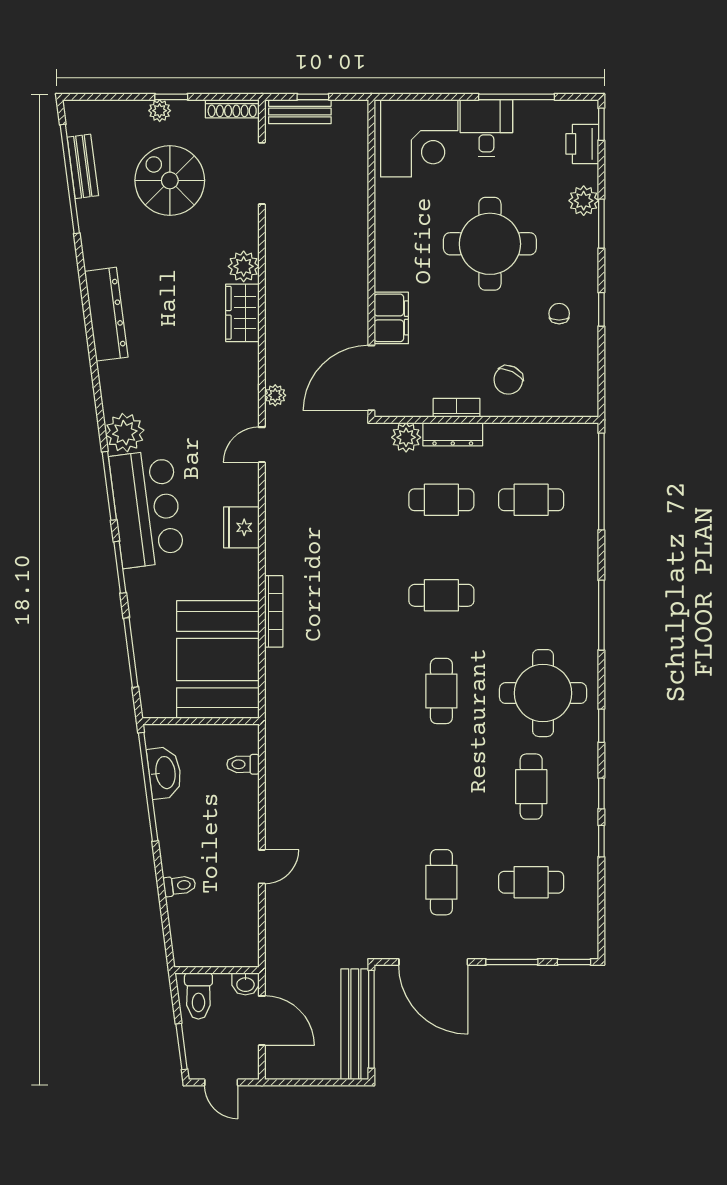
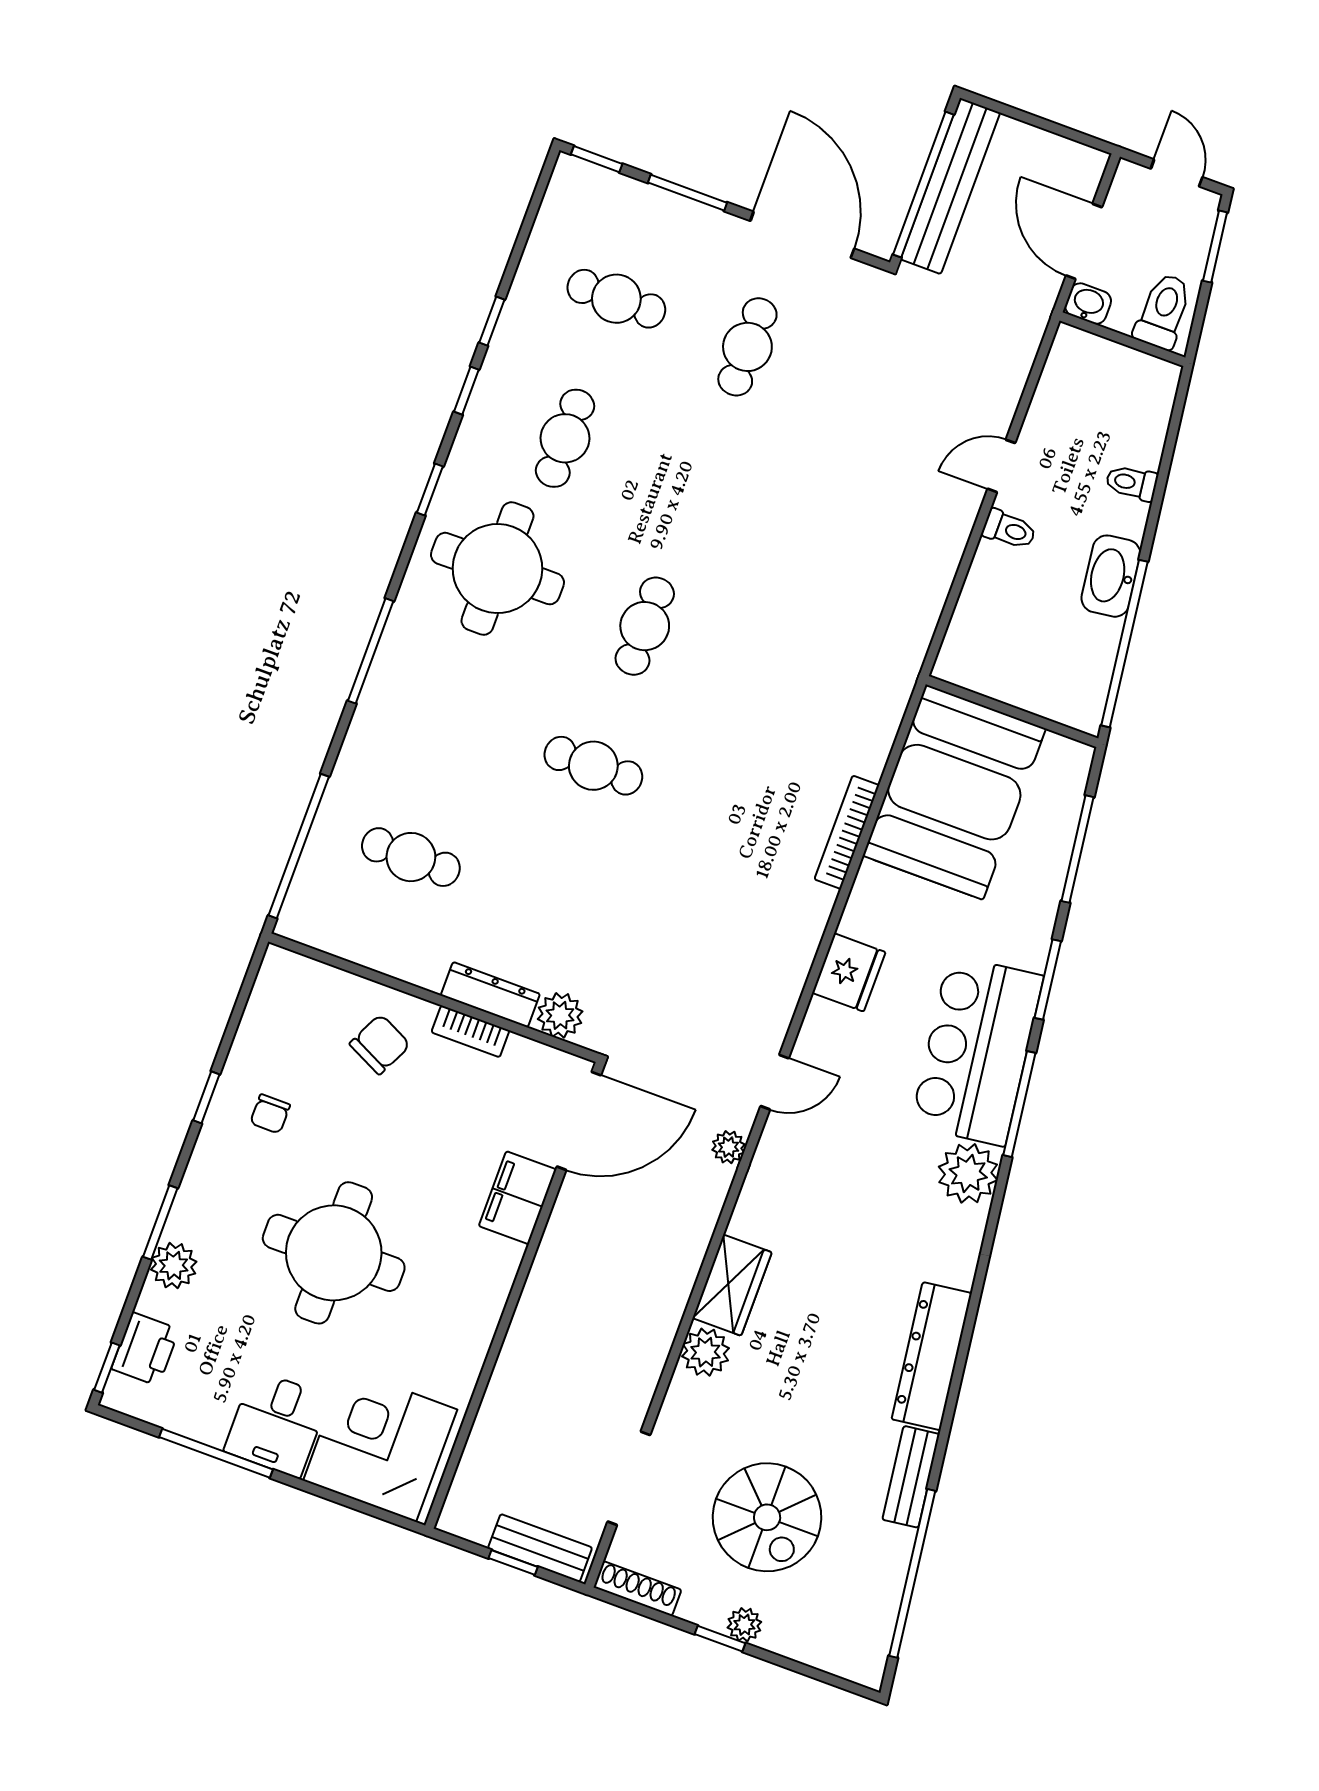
bench: (83, 166) -> (911, 1477), moved
cafe table: (441, 500) -> (542, 905), removed
toilet: (243, 764) -> (1009, 530), moved
washbasin: (165, 773) -> (1111, 576), moved

